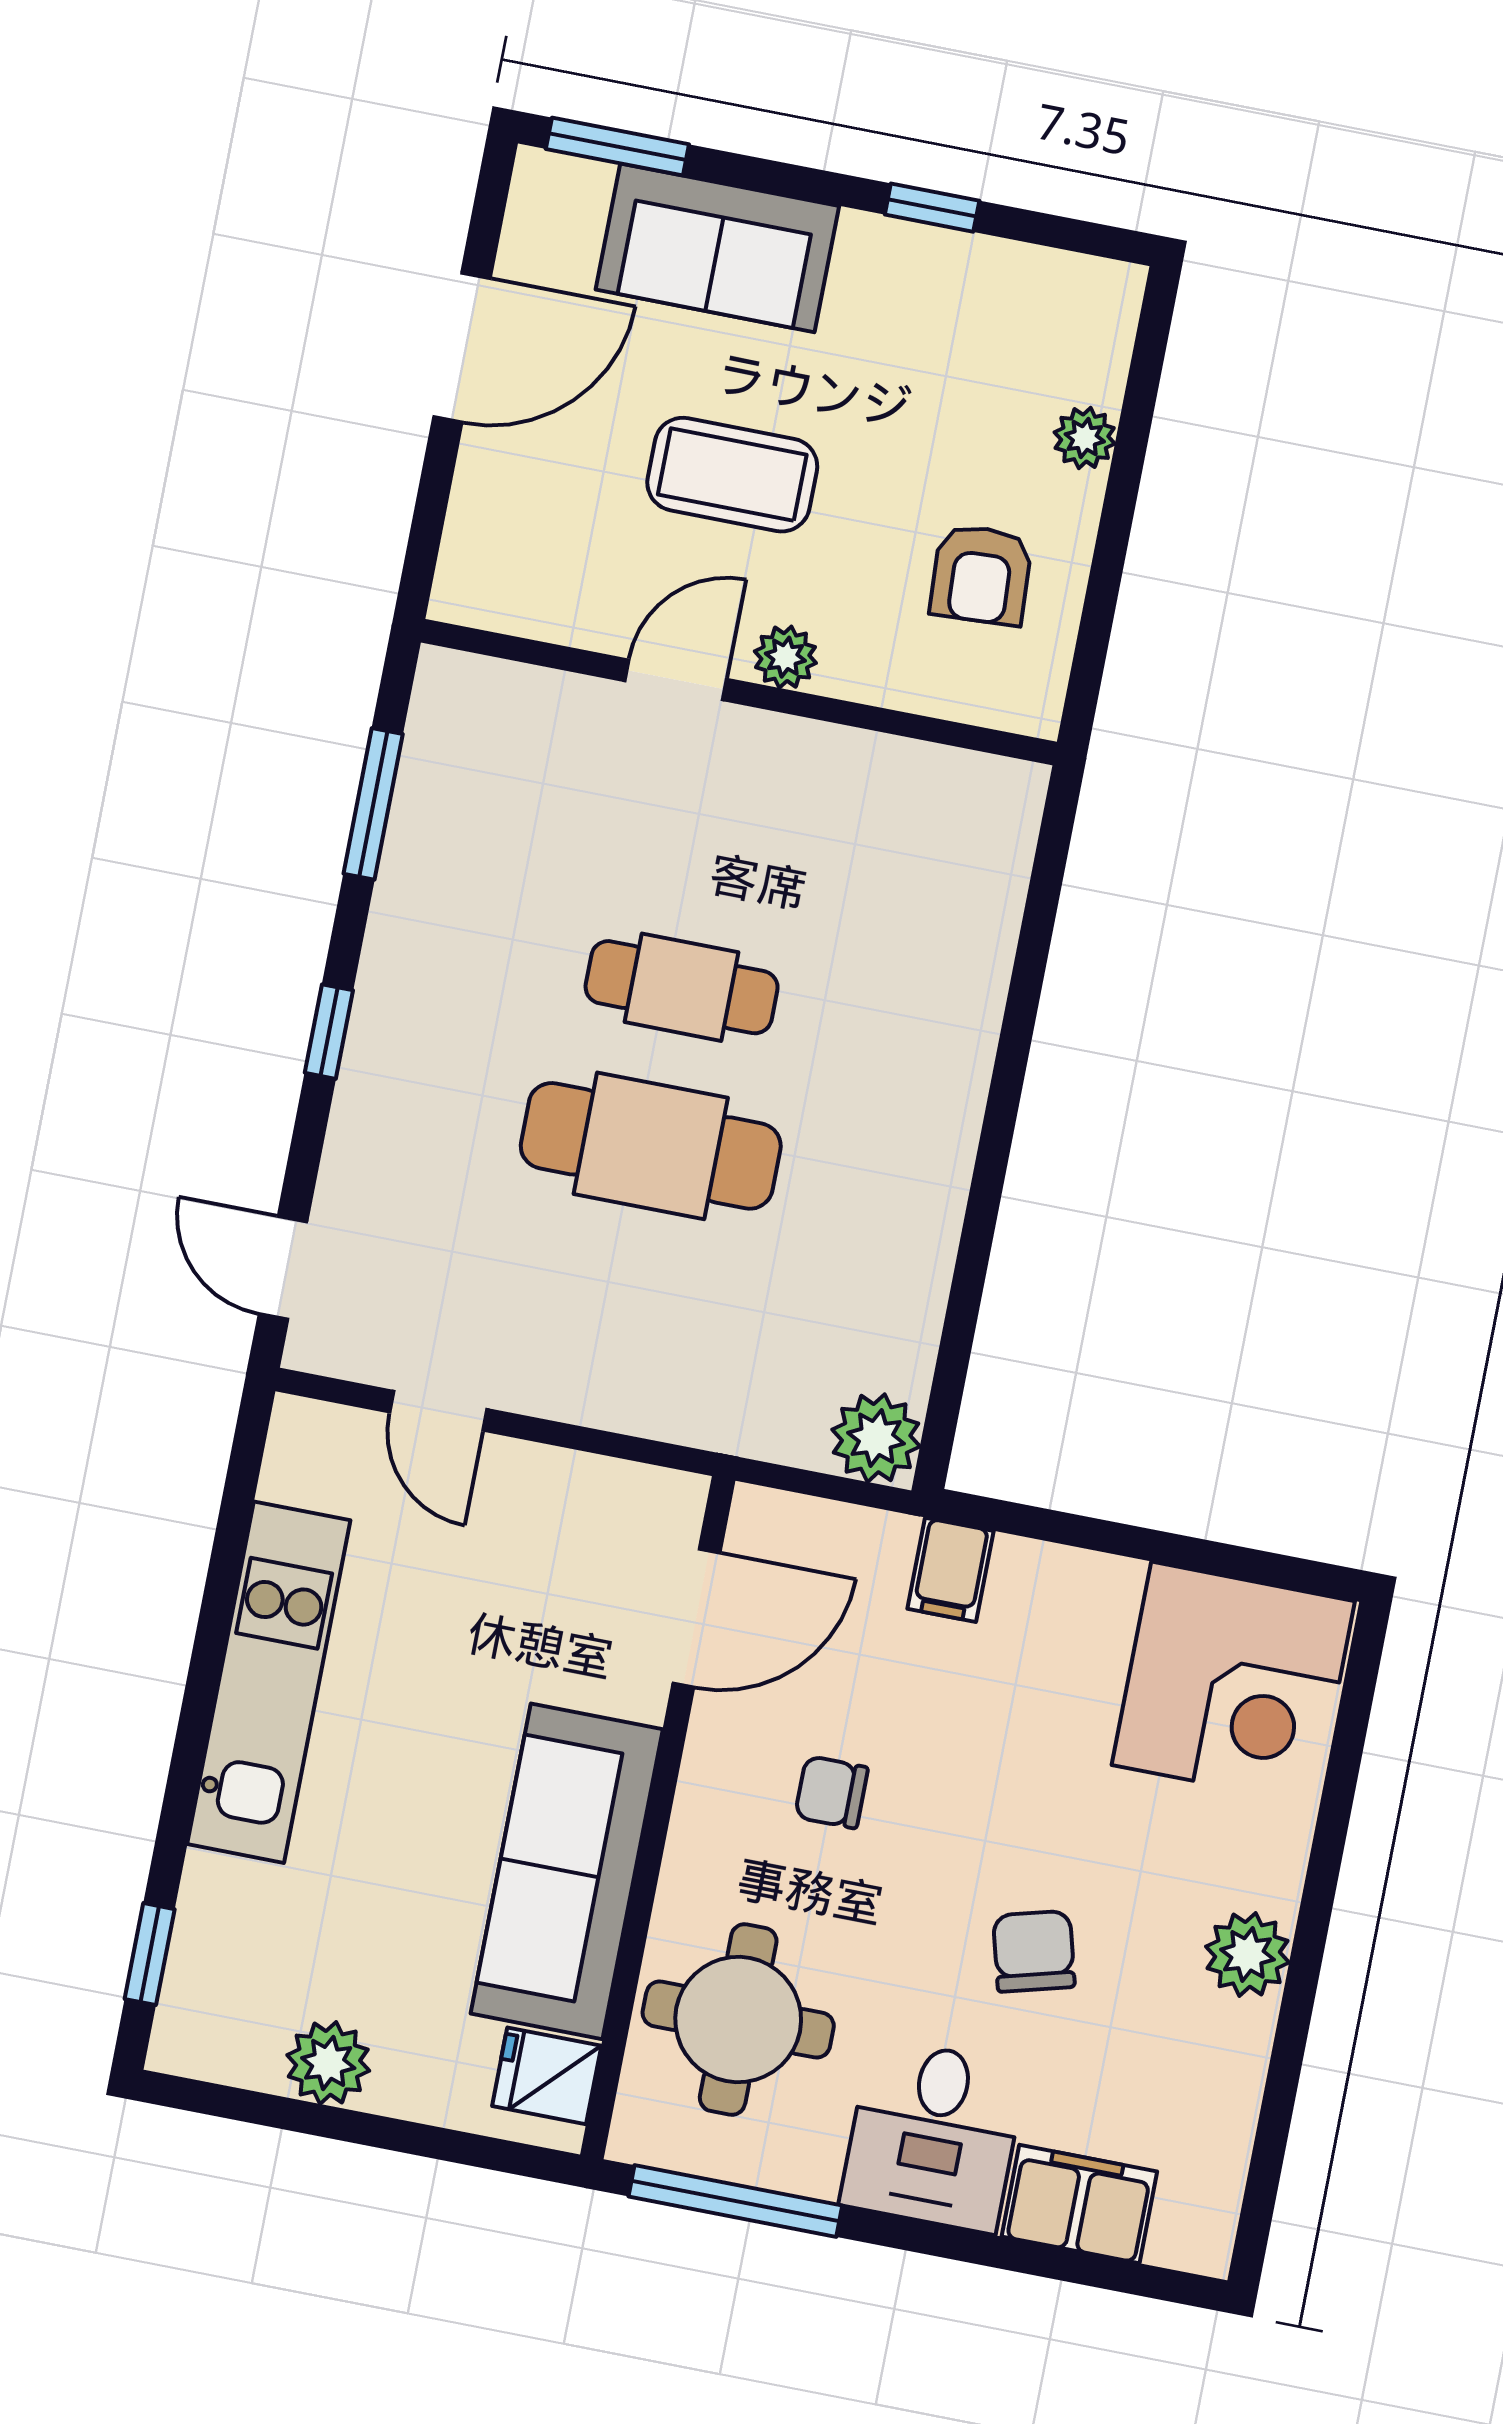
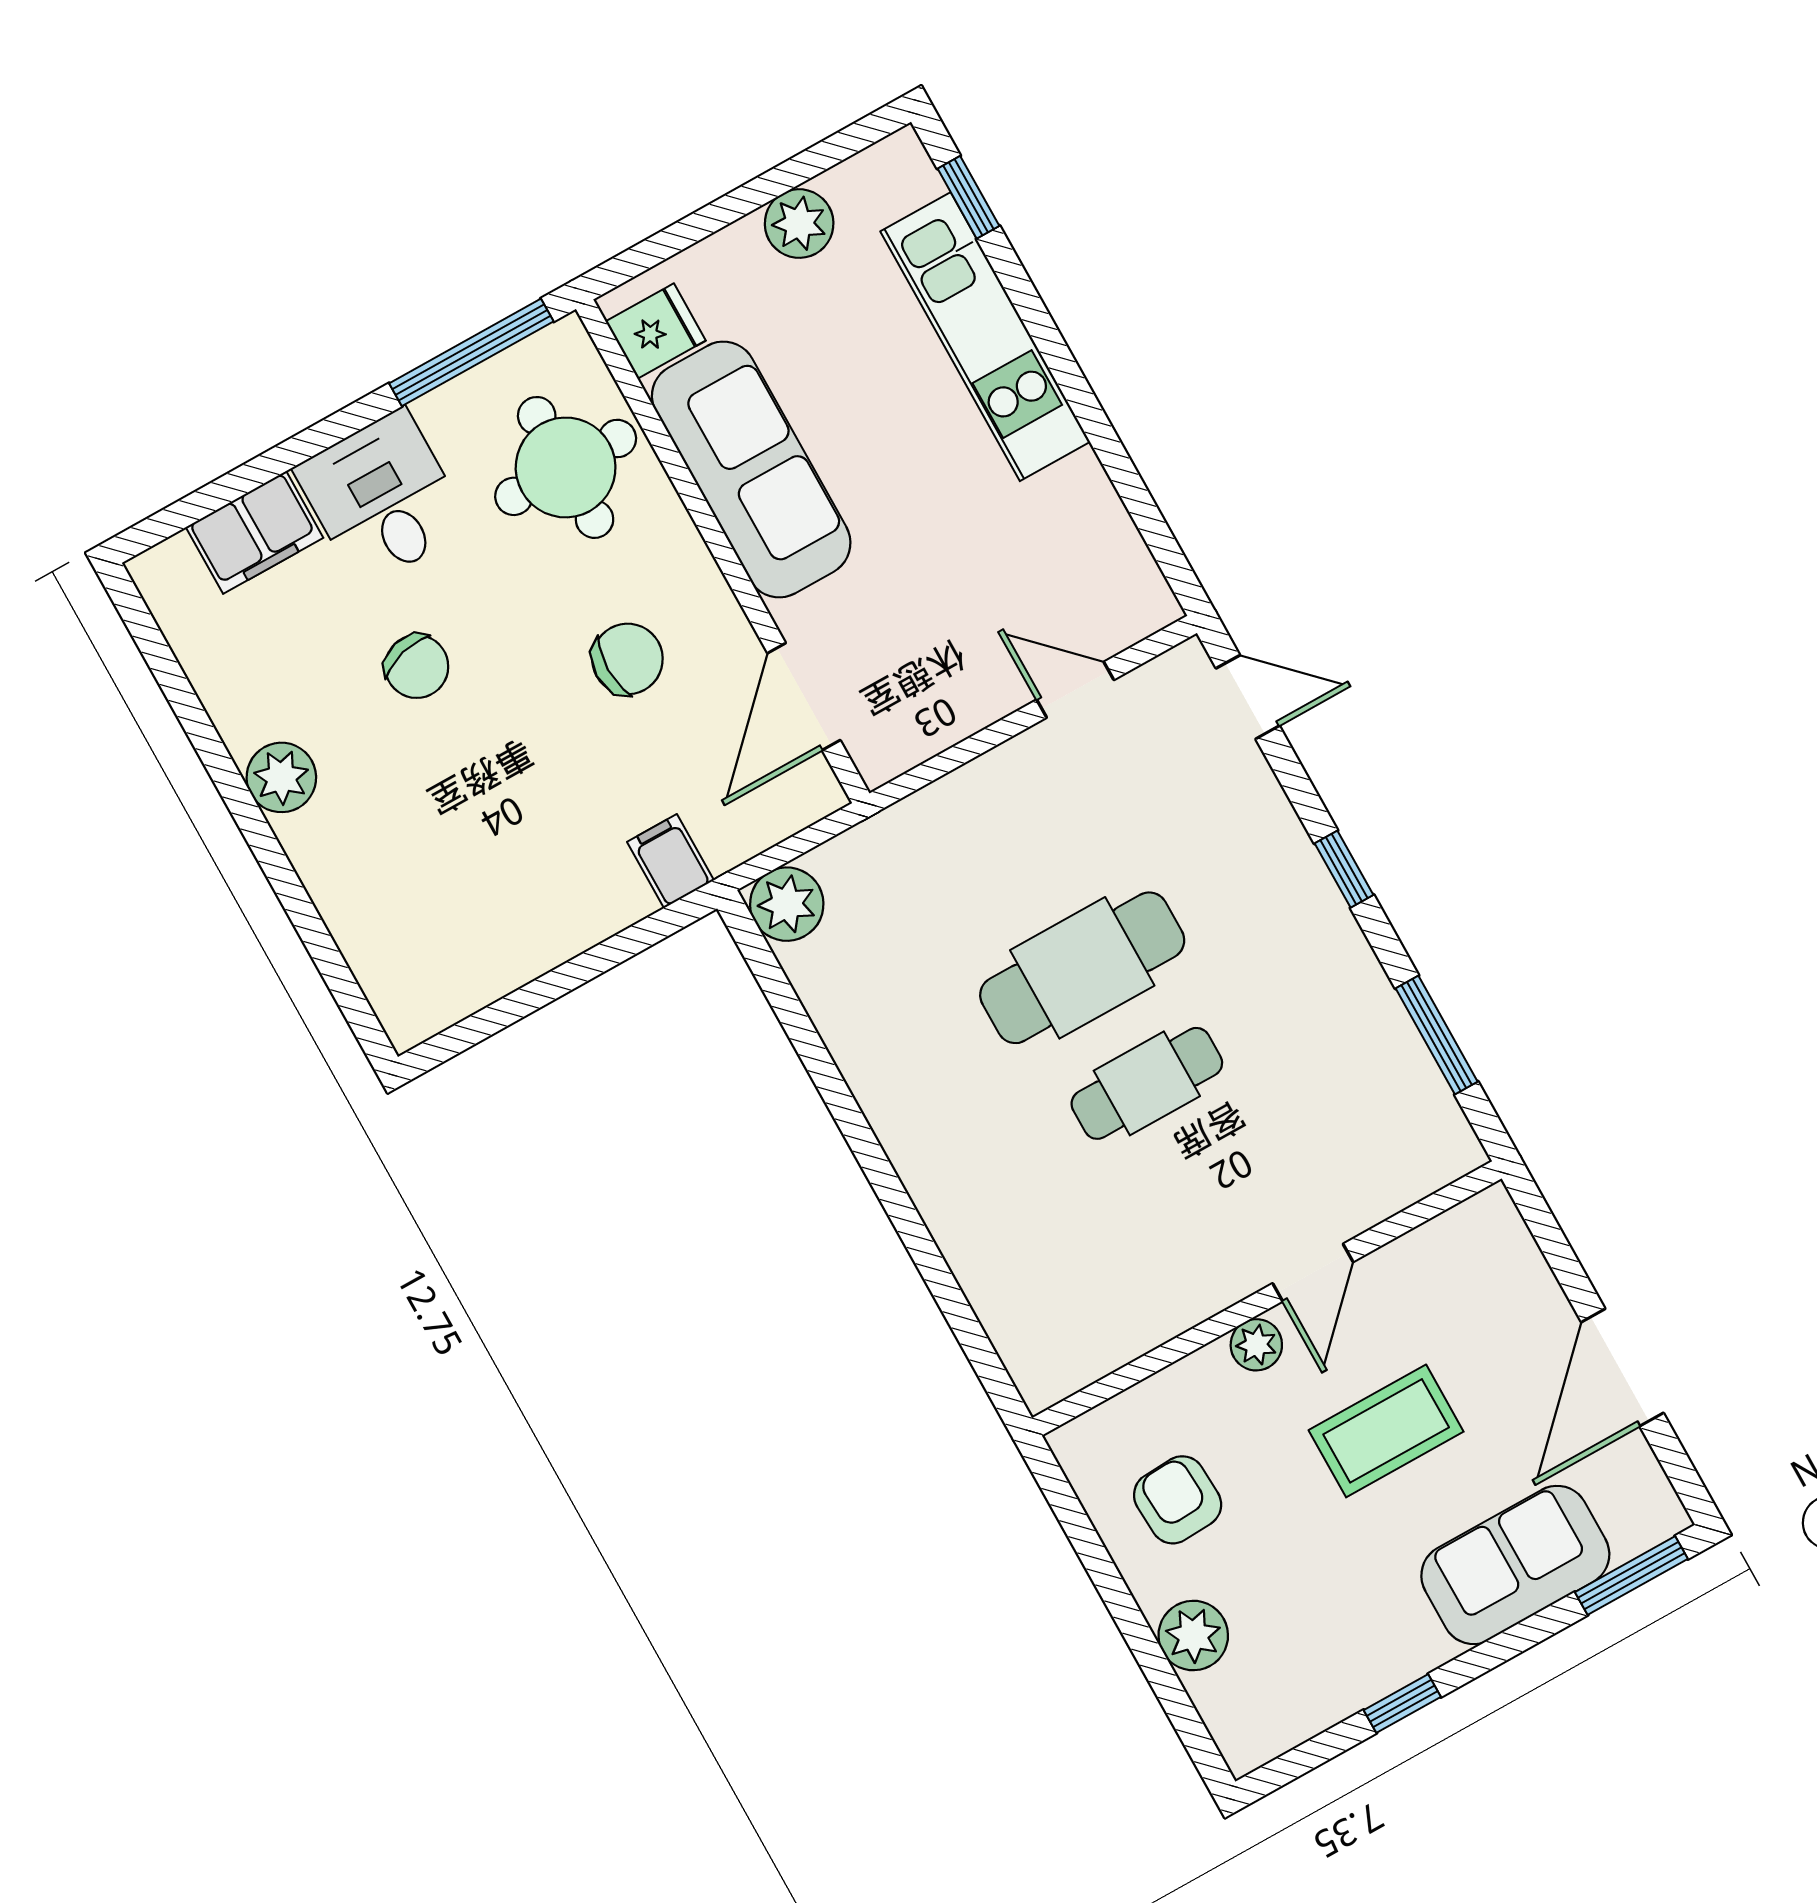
plant: (1085, 438) -> (1193, 1636), width x1.38, depth x1.38
kitchen unit: (269, 1682) -> (985, 337), moved
corner desk: (1233, 1683) -> (434, 940), removed
chair: (831, 1792) -> (627, 659), width x1.37, depth x1.37

